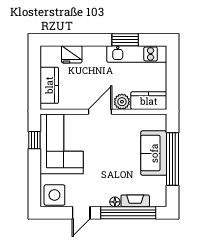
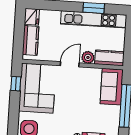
fridge: (72, 54) -> (32, 17), moved, turned -90
kitchen unit: (137, 54) -> (94, 19), width x1.36
sofa: (154, 153) -> (112, 87), moved

